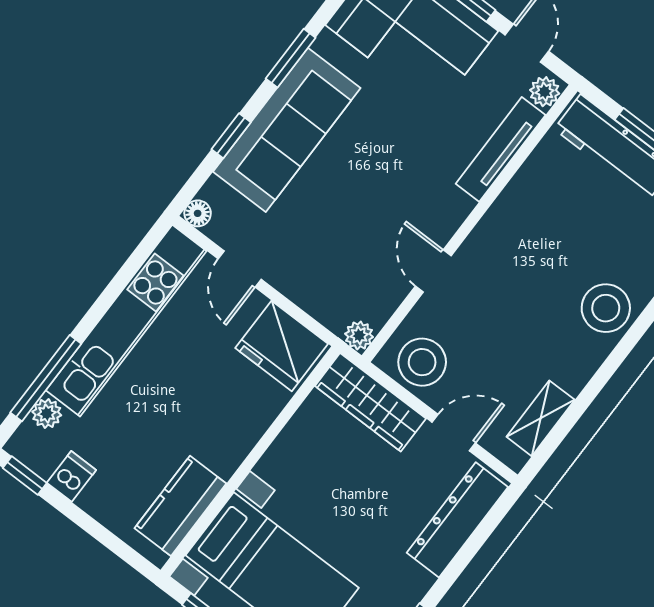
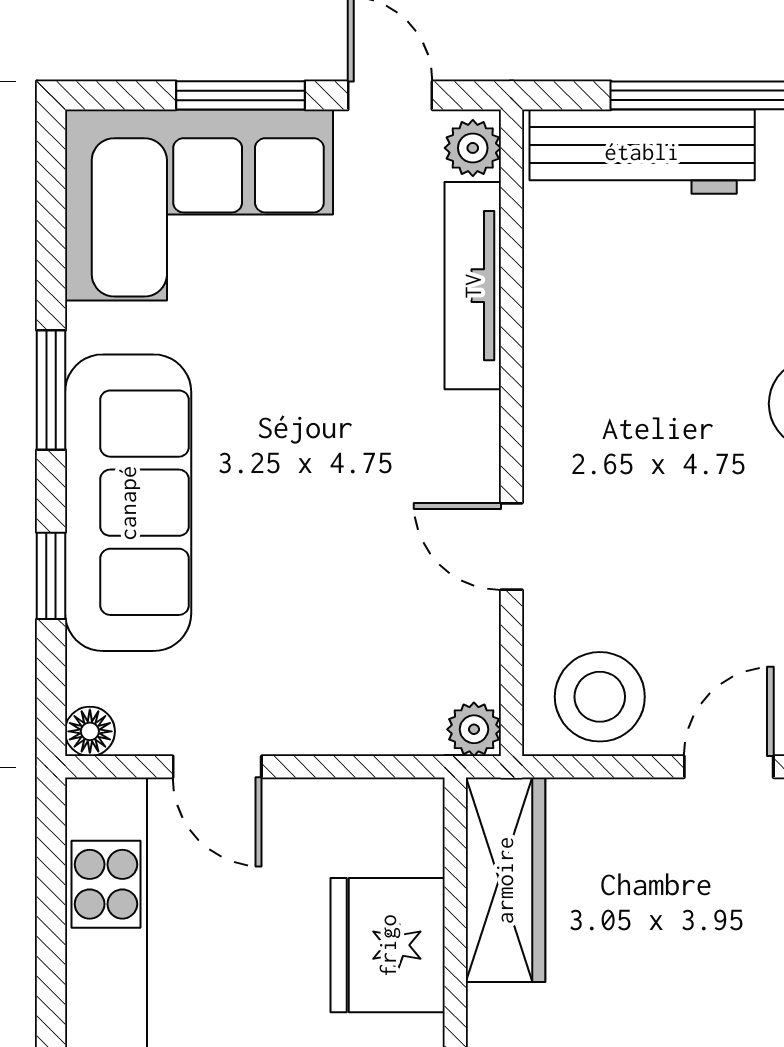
fridge: (282, 346) -> (388, 945), moved, turned 90
wardrobe: (370, 402) -> (505, 880), moved, turned -90

